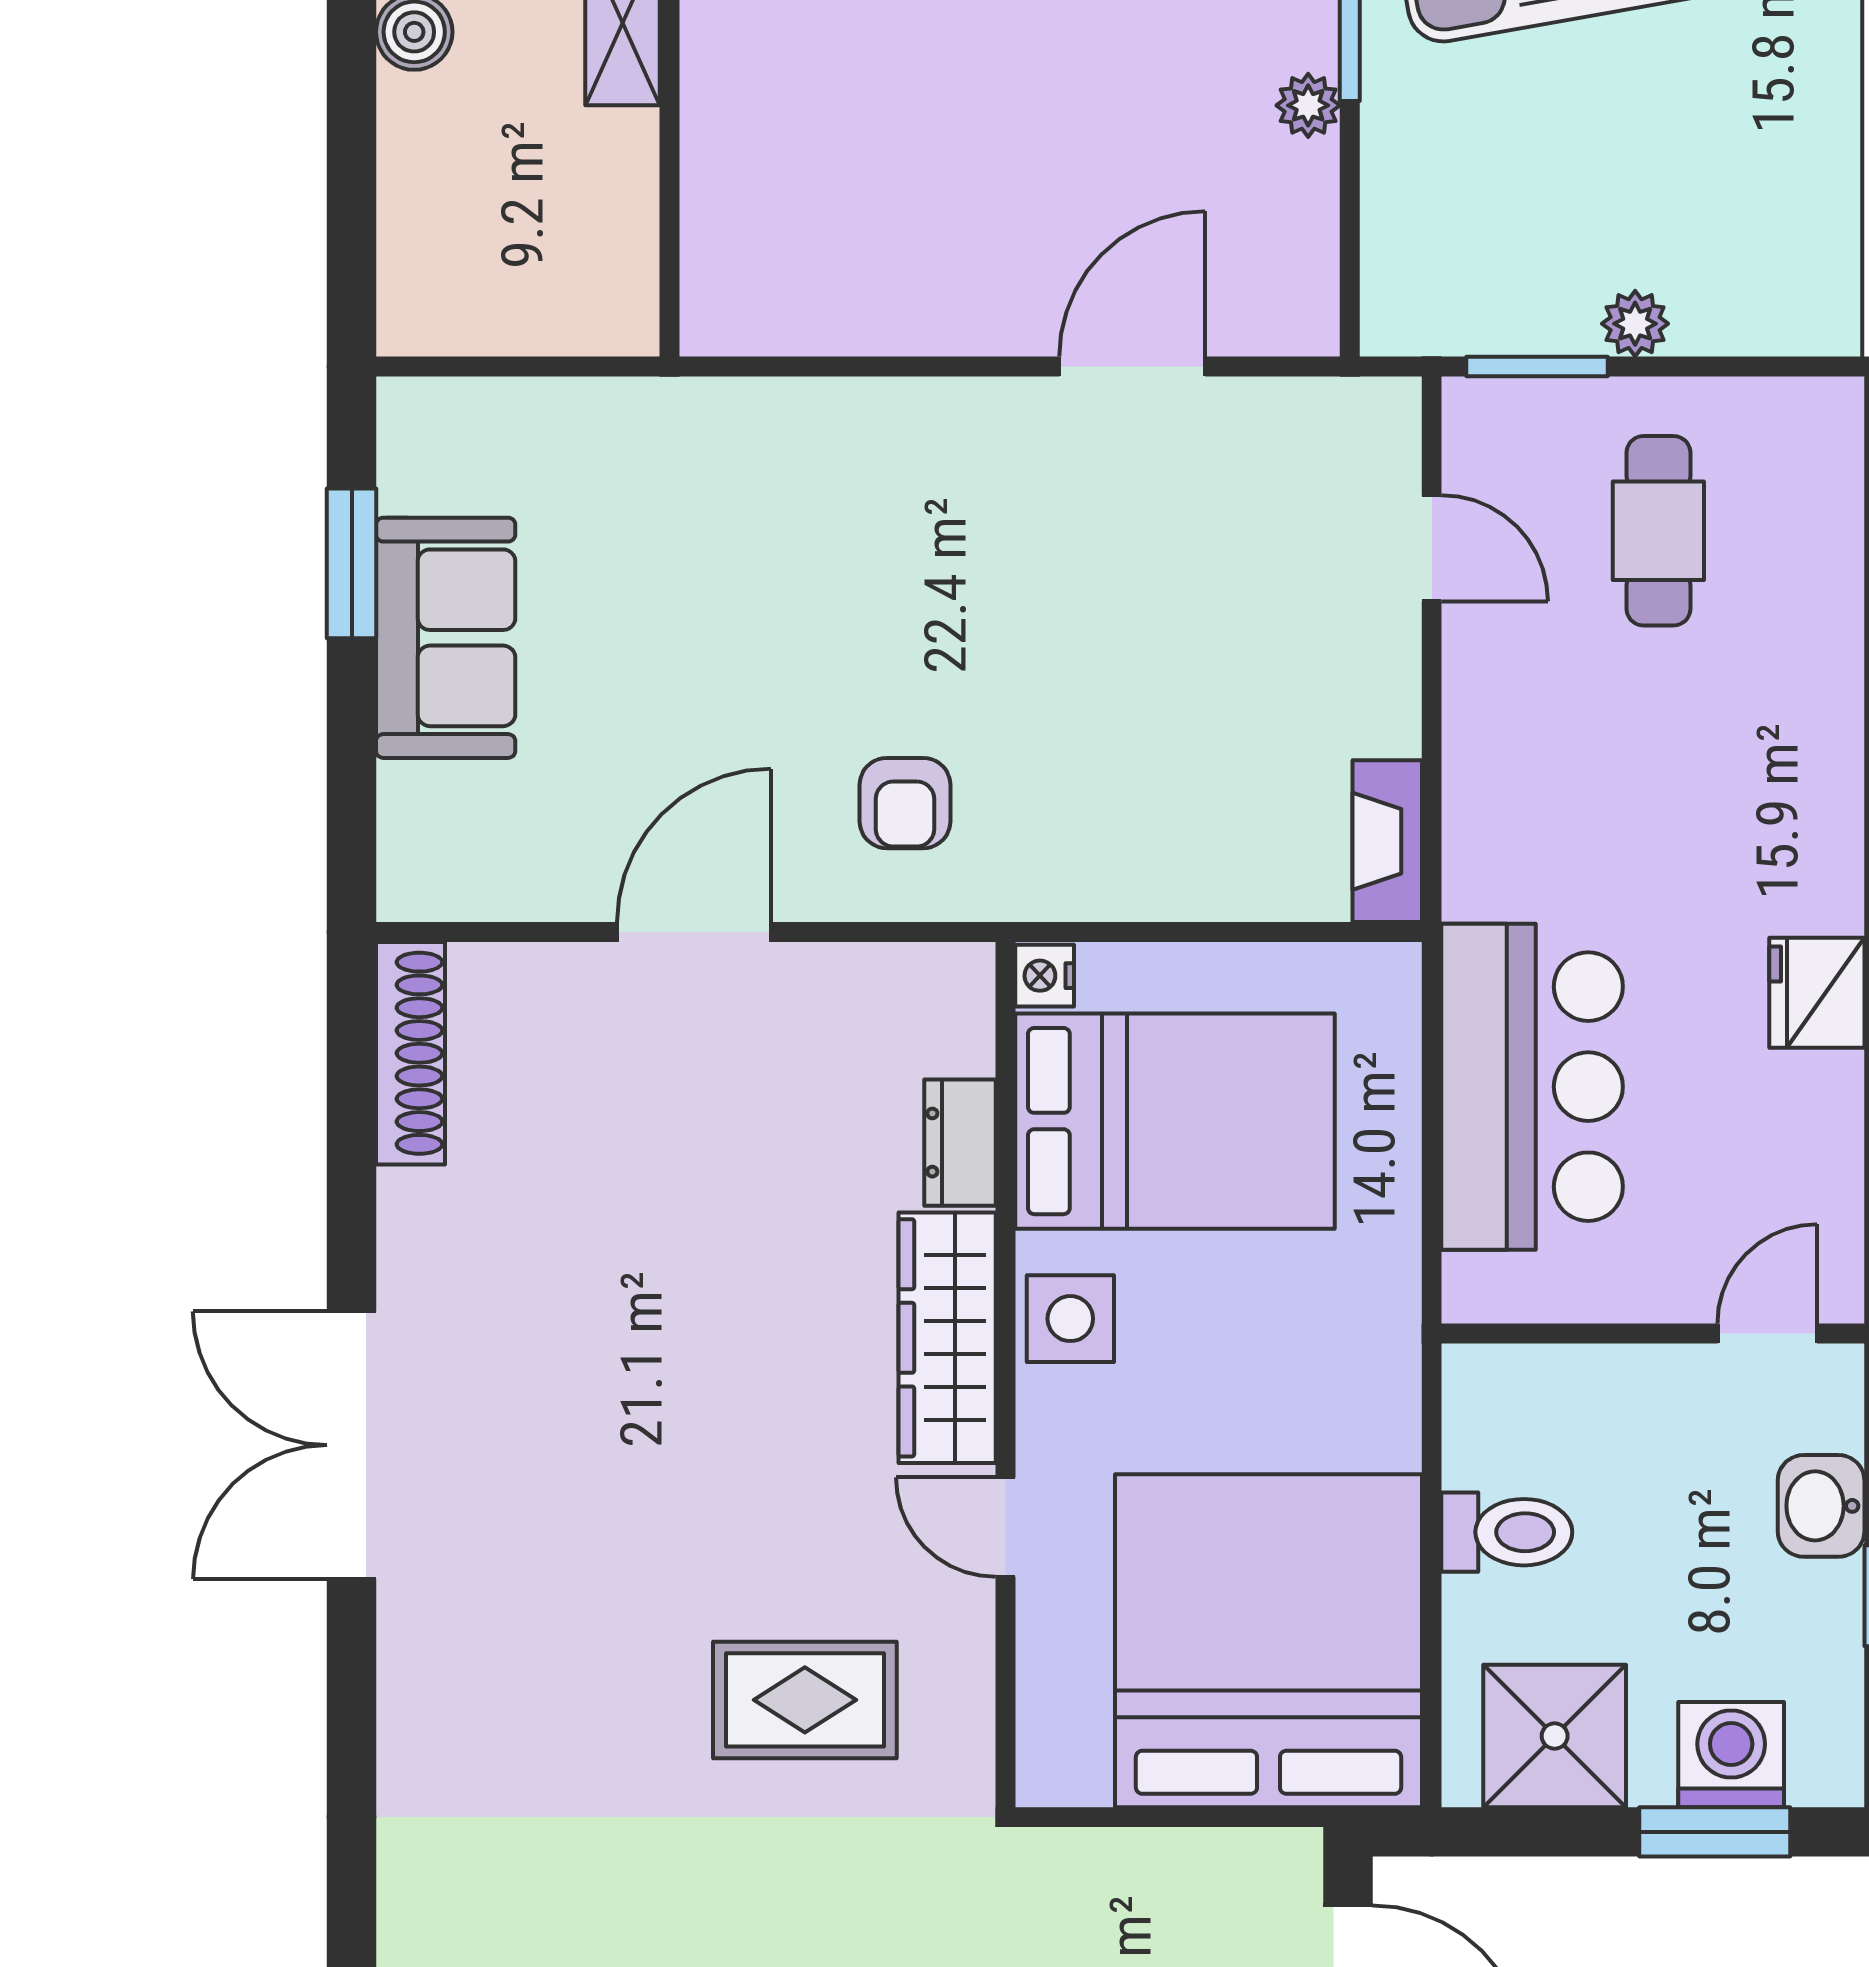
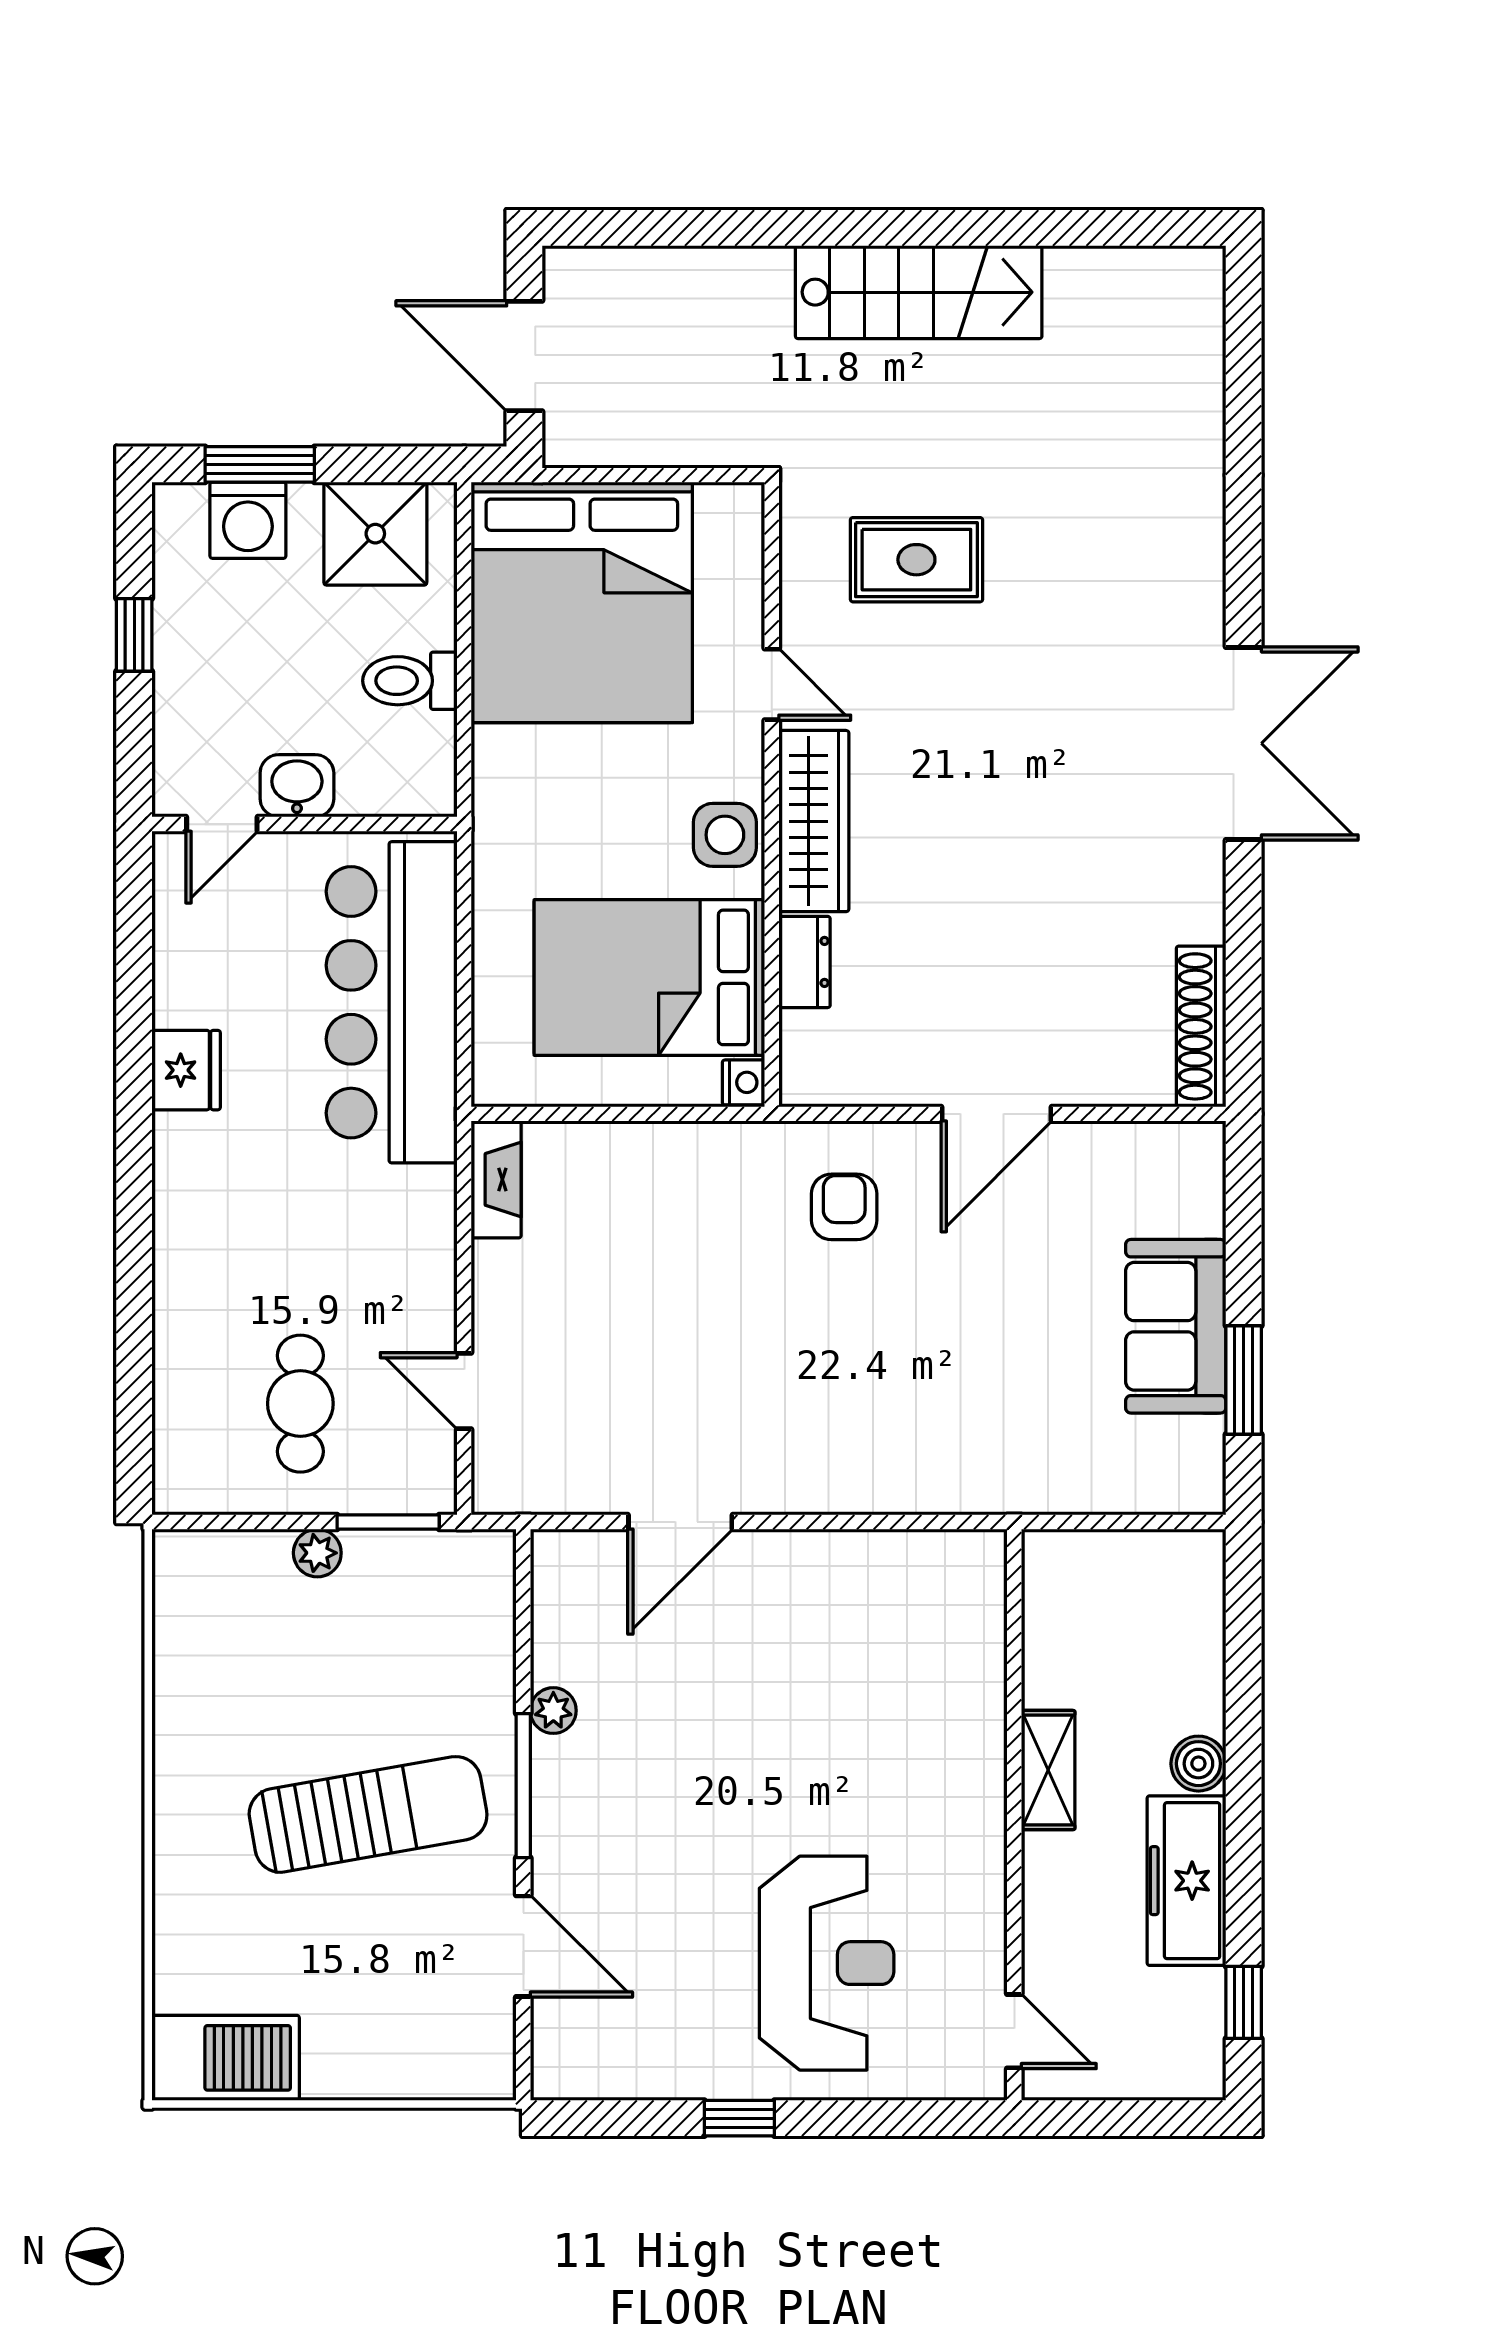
bar counter: (1532, 1087) -> (392, 1002), width x1.36
washbasin: (1821, 1506) -> (297, 786), moved, turned -90

